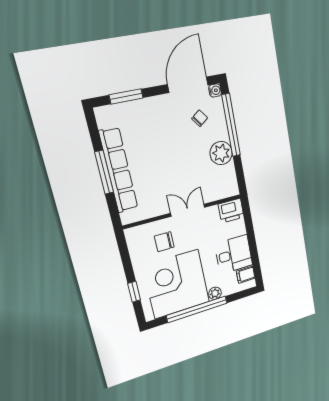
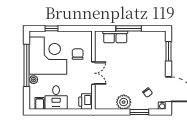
window: (231, 125) -> (139, 112), width x0.47
row of seats: (119, 170) -> (115, 37), width x0.50

